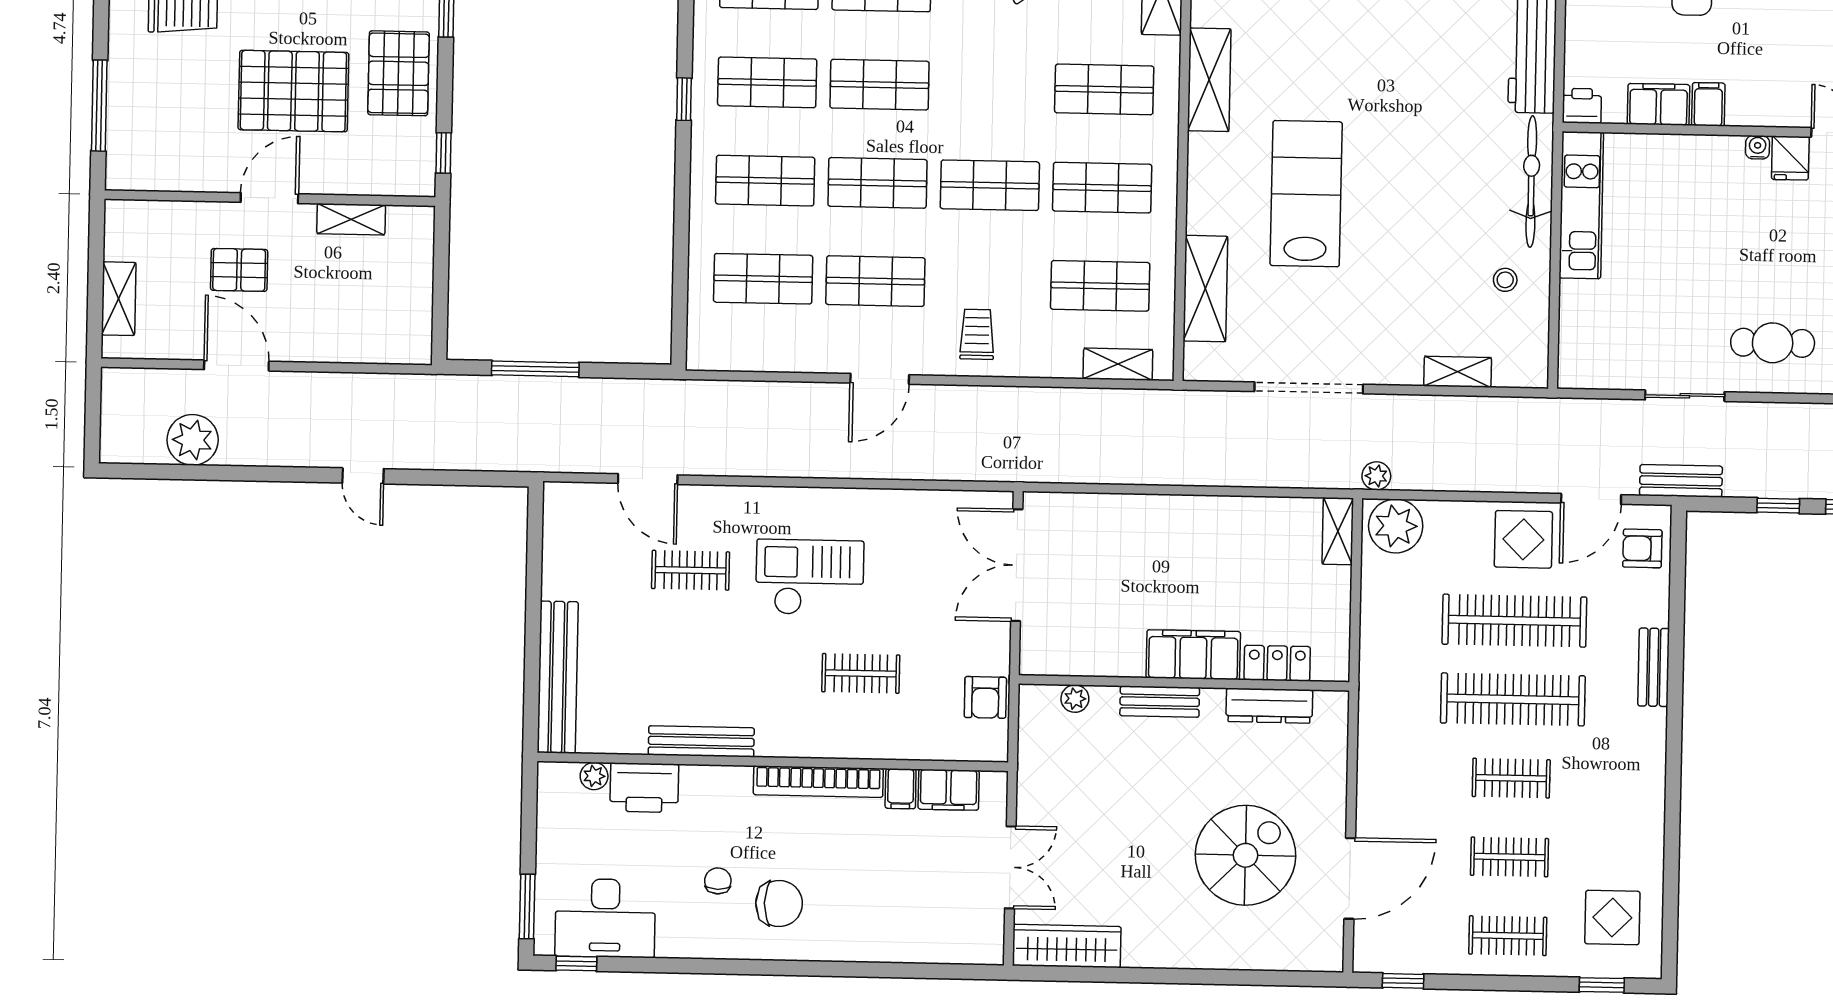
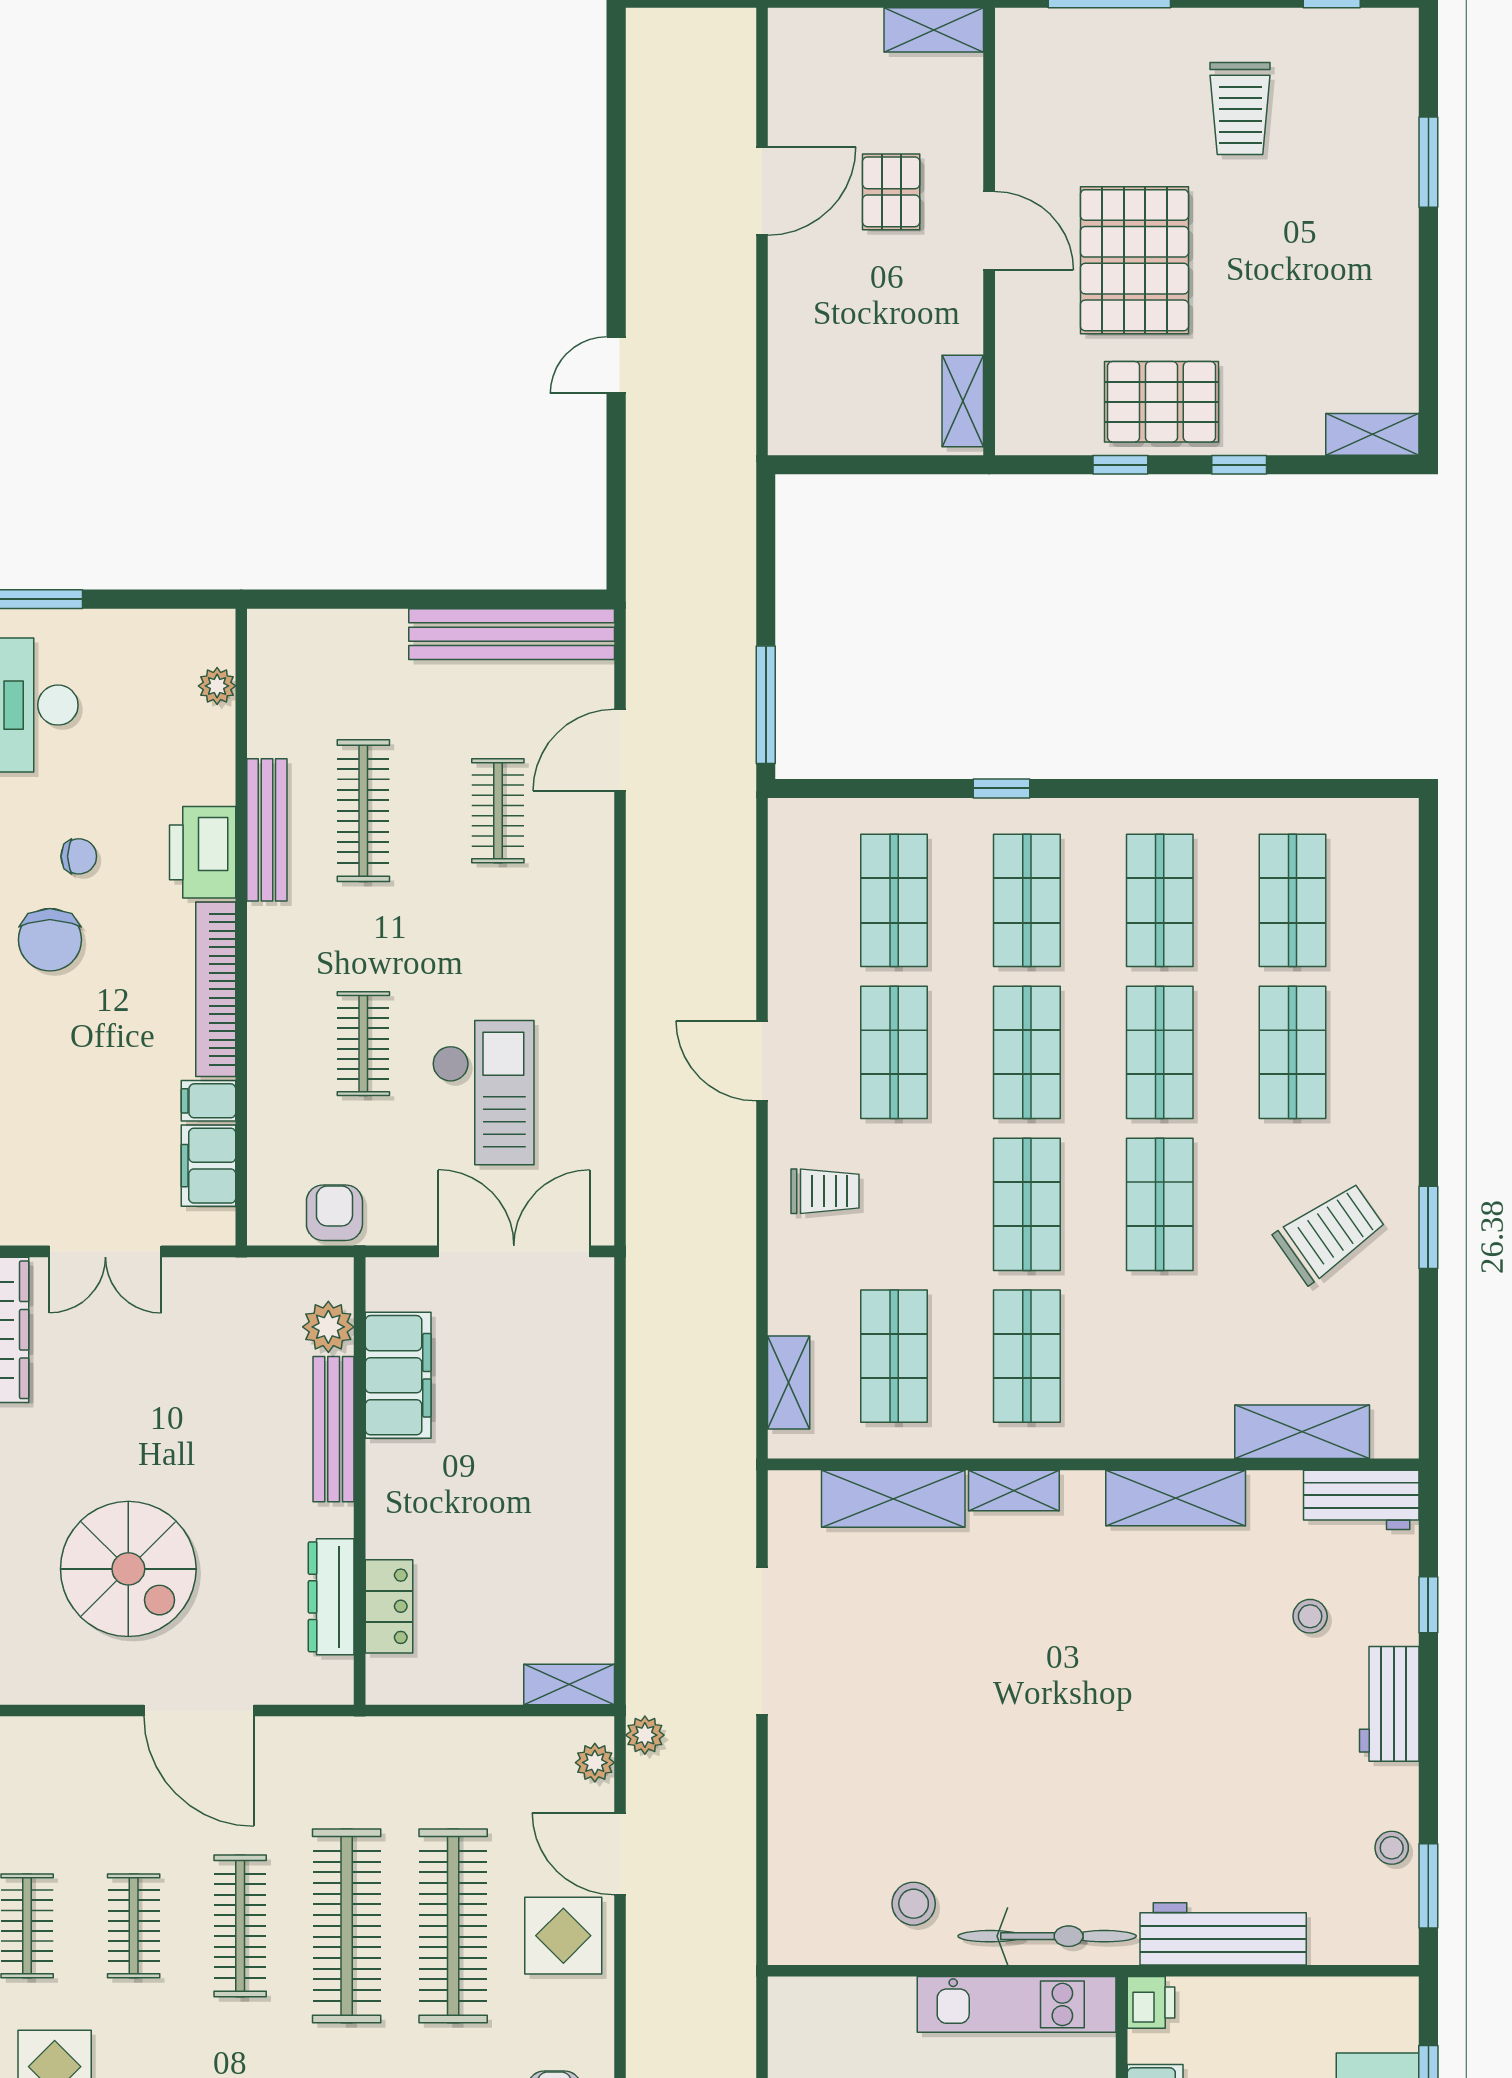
shop shelf: (1104, 89) -> (1160, 1204), moved
window: (684, 99) -> (1002, 788), moved
window: (443, 153) -> (1120, 465), moved
lab bench: (1306, 194) -> (1024, 1632), removed
shelving: (351, 219) -> (963, 401), moved
stool: (1505, 280) -> (914, 1904), width x1.37, depth x1.37
shelving: (119, 299) -> (934, 30), moved
window: (535, 369) -> (766, 705), moved
shelving: (1458, 372) -> (1014, 1490), moved, turned 90
plant: (193, 440) -> (660, 134), removed
door: (1591, 499) -> (620, 1854), moved
plant: (1396, 526) -> (595, 1763), width x0.53, depth x0.53
checkout: (810, 577) -> (483, 1093), moved
filing cabinet: (1193, 655) -> (398, 1375), moved
clothes rail: (689, 670) -> (363, 811), added
bench: (558, 677) -> (512, 634), moved
armchair: (985, 697) -> (334, 1213), turned 90
plant: (1075, 699) -> (328, 1327), width x1.38, depth x1.38
bench: (1160, 702) -> (334, 1429), width x1.36
clothes rail: (1511, 778) -> (240, 1926), width x1.36
printer: (644, 788) -> (203, 852), moved
door: (1350, 878) -> (199, 1710), moved

